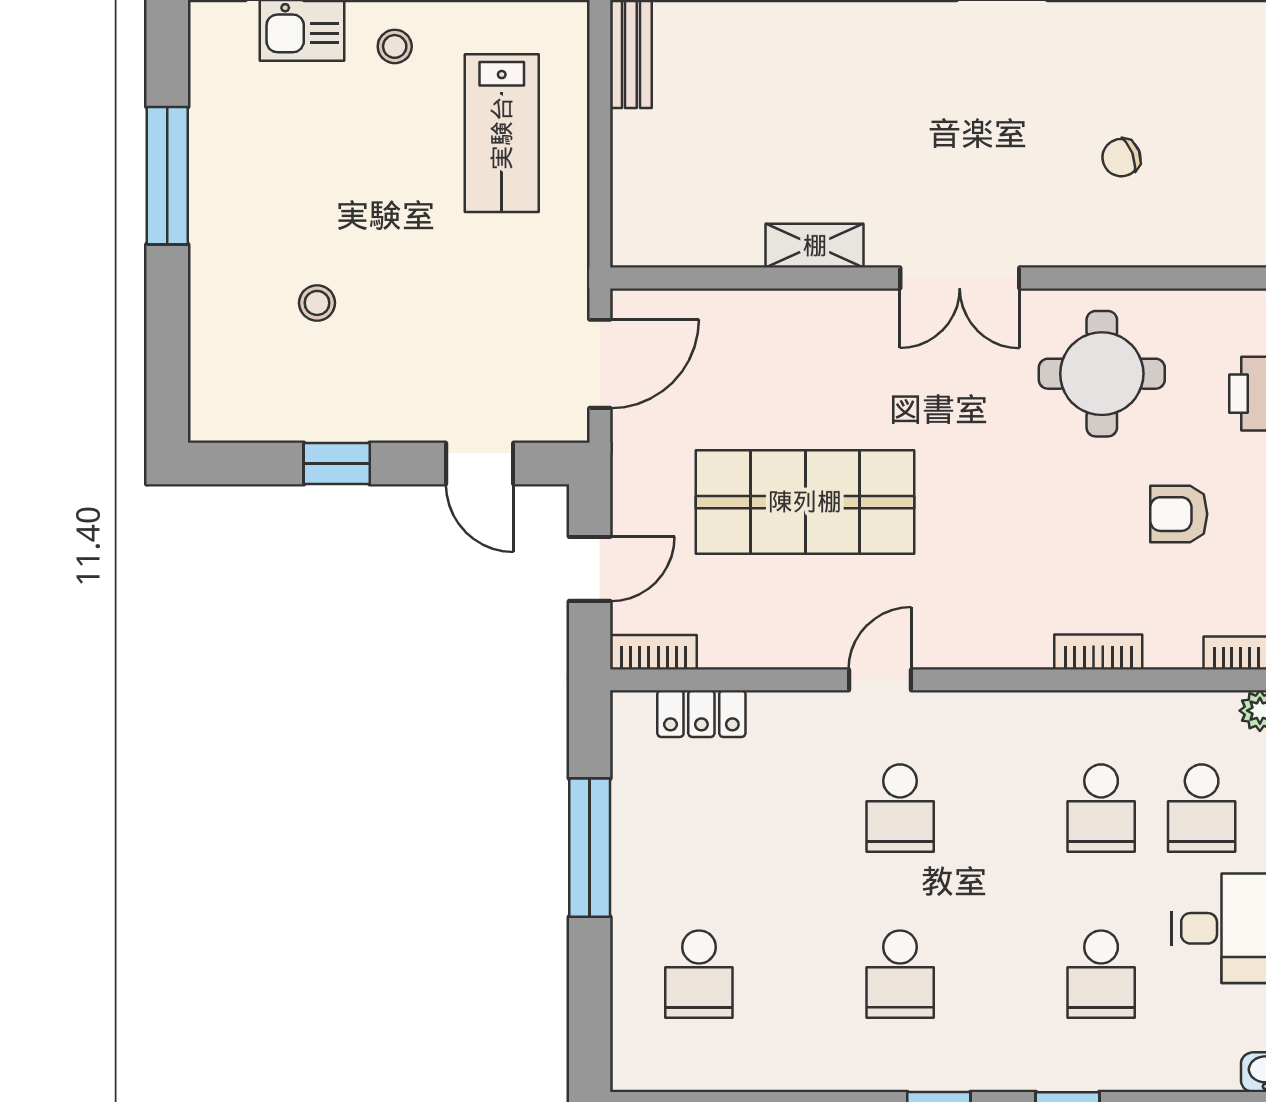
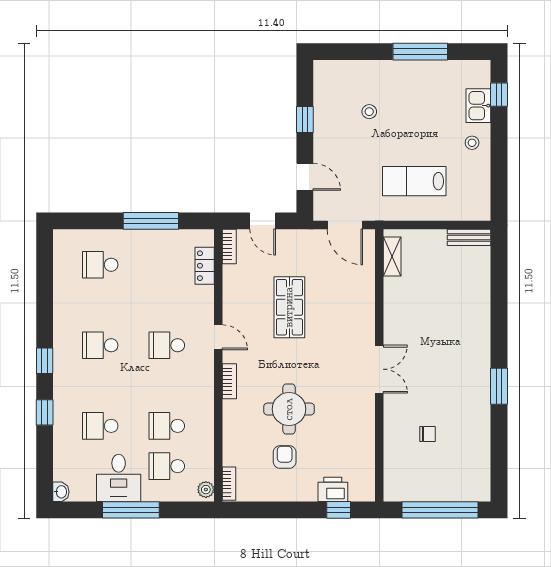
lab bench: (502, 133) -> (414, 181), moved
chair: (1121, 158) -> (427, 434), turned 111
shelving: (815, 246) -> (392, 257), moved
double door: (960, 278) -> (379, 369), swing flipped
round table: (1102, 374) -> (289, 409), moved
door: (480, 463) -> (305, 177), swing flipped
shop shelf: (805, 502) -> (289, 307), width x0.70, depth x0.74
bookcase: (1098, 652) -> (229, 381), moved

